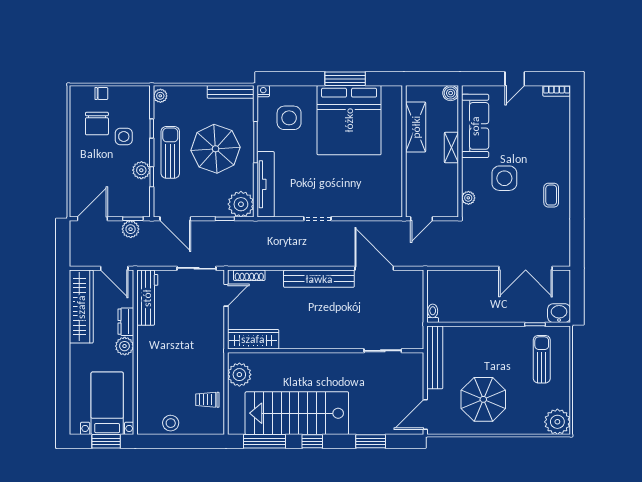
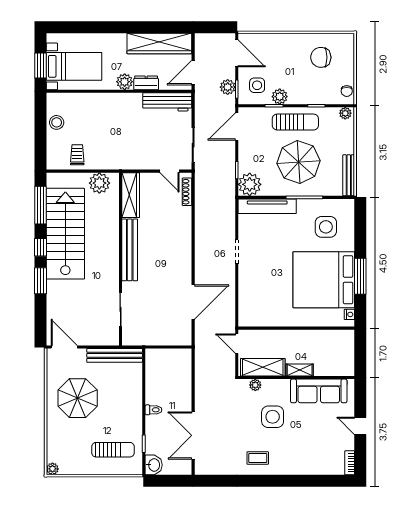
nightstand: (263, 91) -> (349, 314), moved
chair: (101, 93) -> (347, 91), moved
boiler: (451, 93) -> (348, 369), removed
shelving: (416, 127) -> (263, 367), moved
side table: (124, 137) -> (257, 85), moved
bench: (319, 279) -> (130, 250), moved
toilet: (433, 313) -> (153, 410), moved
plant: (557, 422) -> (52, 469), width x0.53, depth x0.53
window: (371, 441) -> (41, 281), moved

